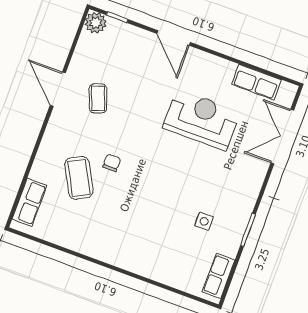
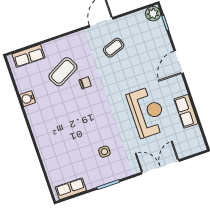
row of seats: (256, 82) -> (186, 111), moved
double door: (282, 137) -> (160, 167), moved
side table: (204, 221) -> (104, 152), moved
water cooler: (77, 242) -> (27, 99), added

